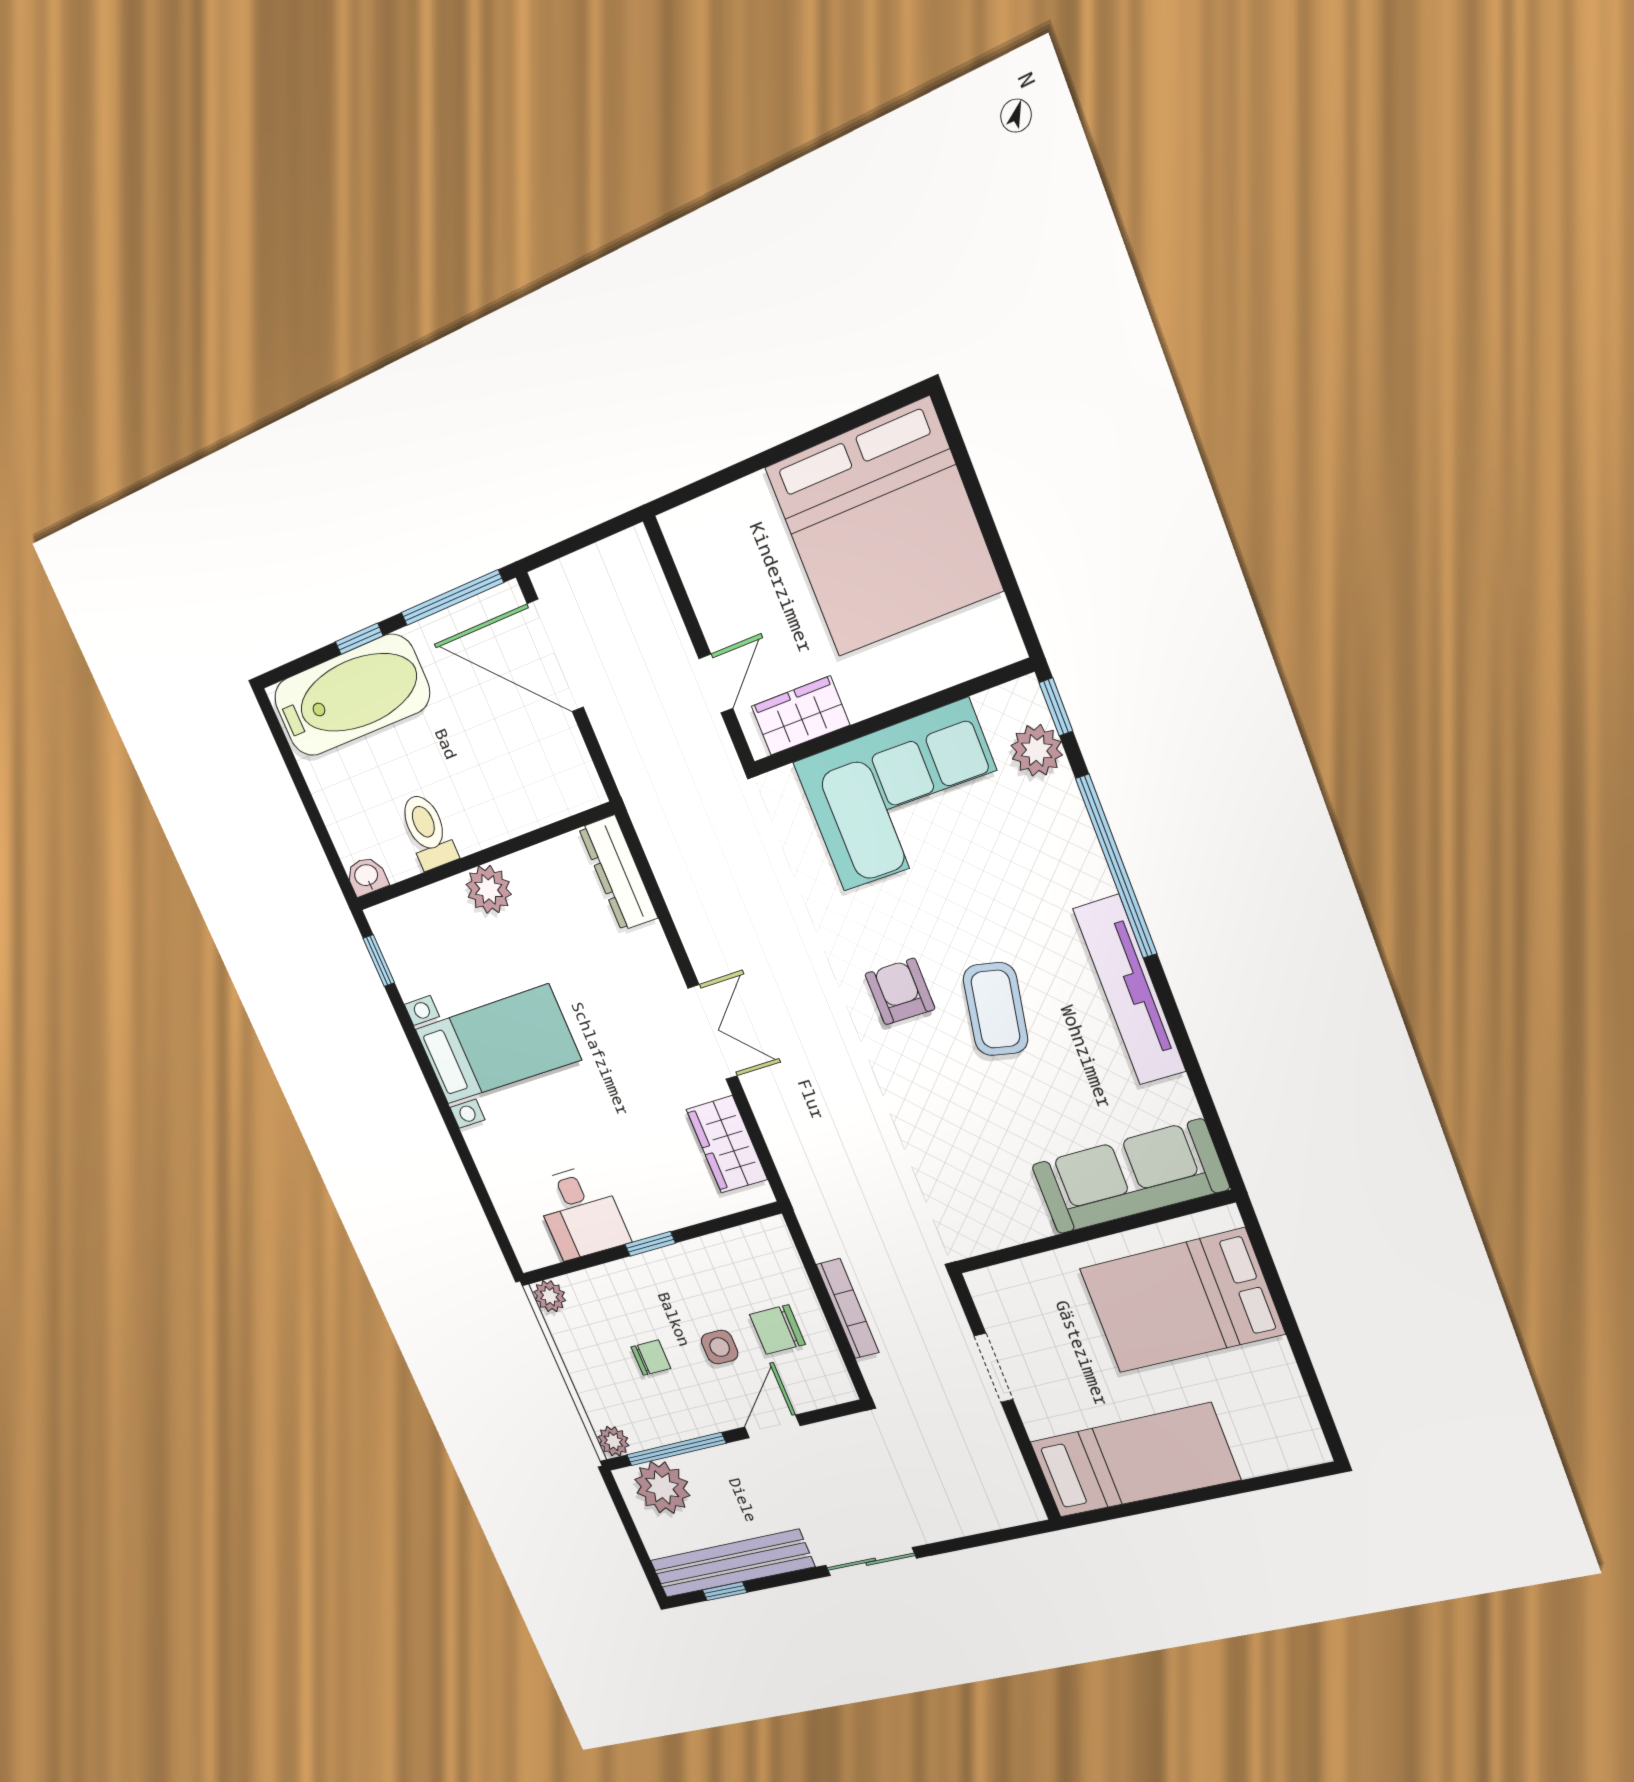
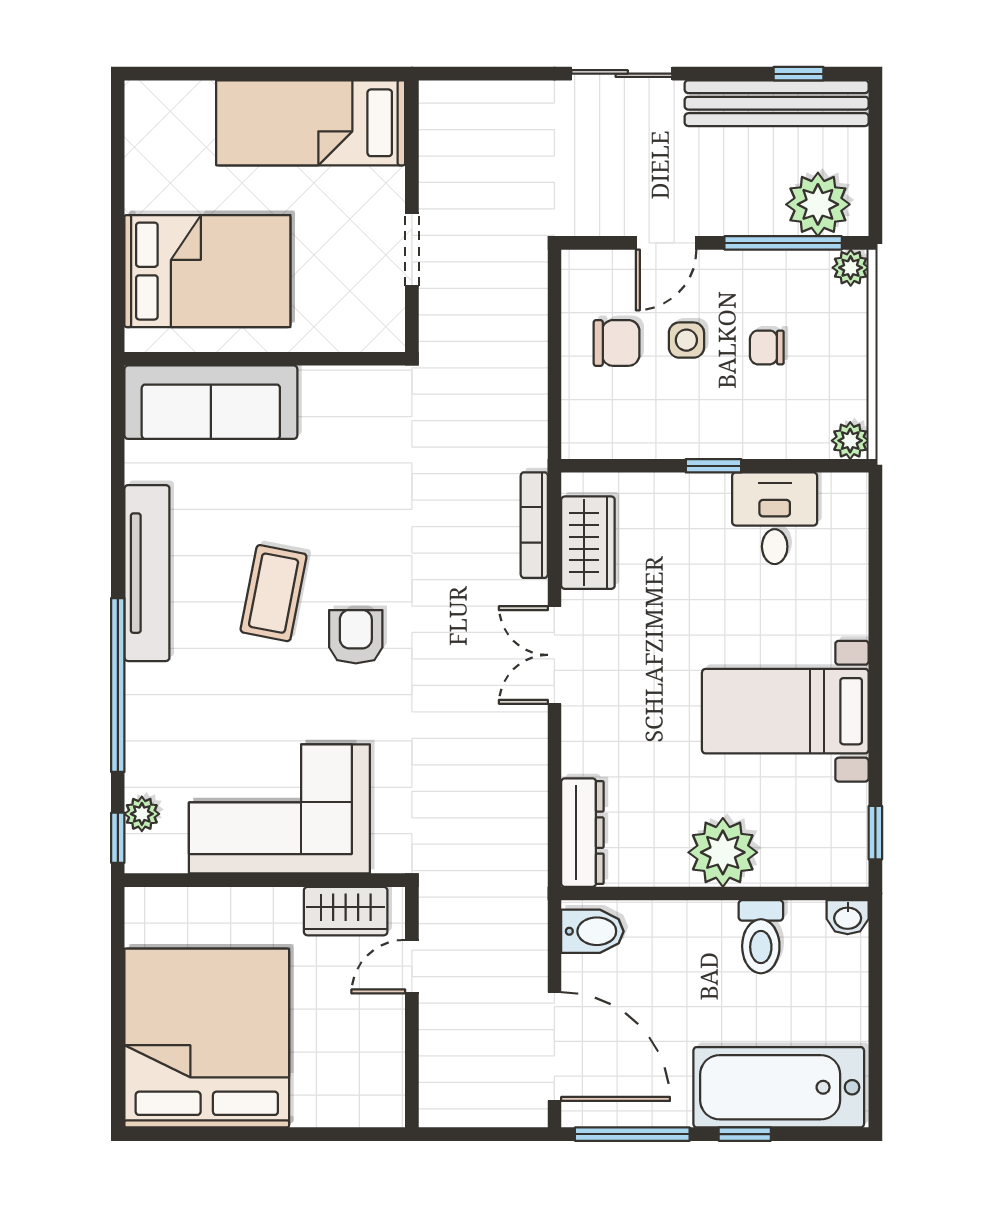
plant: (1037, 750) -> (142, 814), width x0.73, depth x0.73
bidet: (570, 782) -> (592, 931), added
plant: (489, 889) -> (723, 852), width x1.36, depth x1.36
armchair: (900, 991) -> (356, 637), turned 180
bookcase: (848, 1309) -> (534, 525), moved

